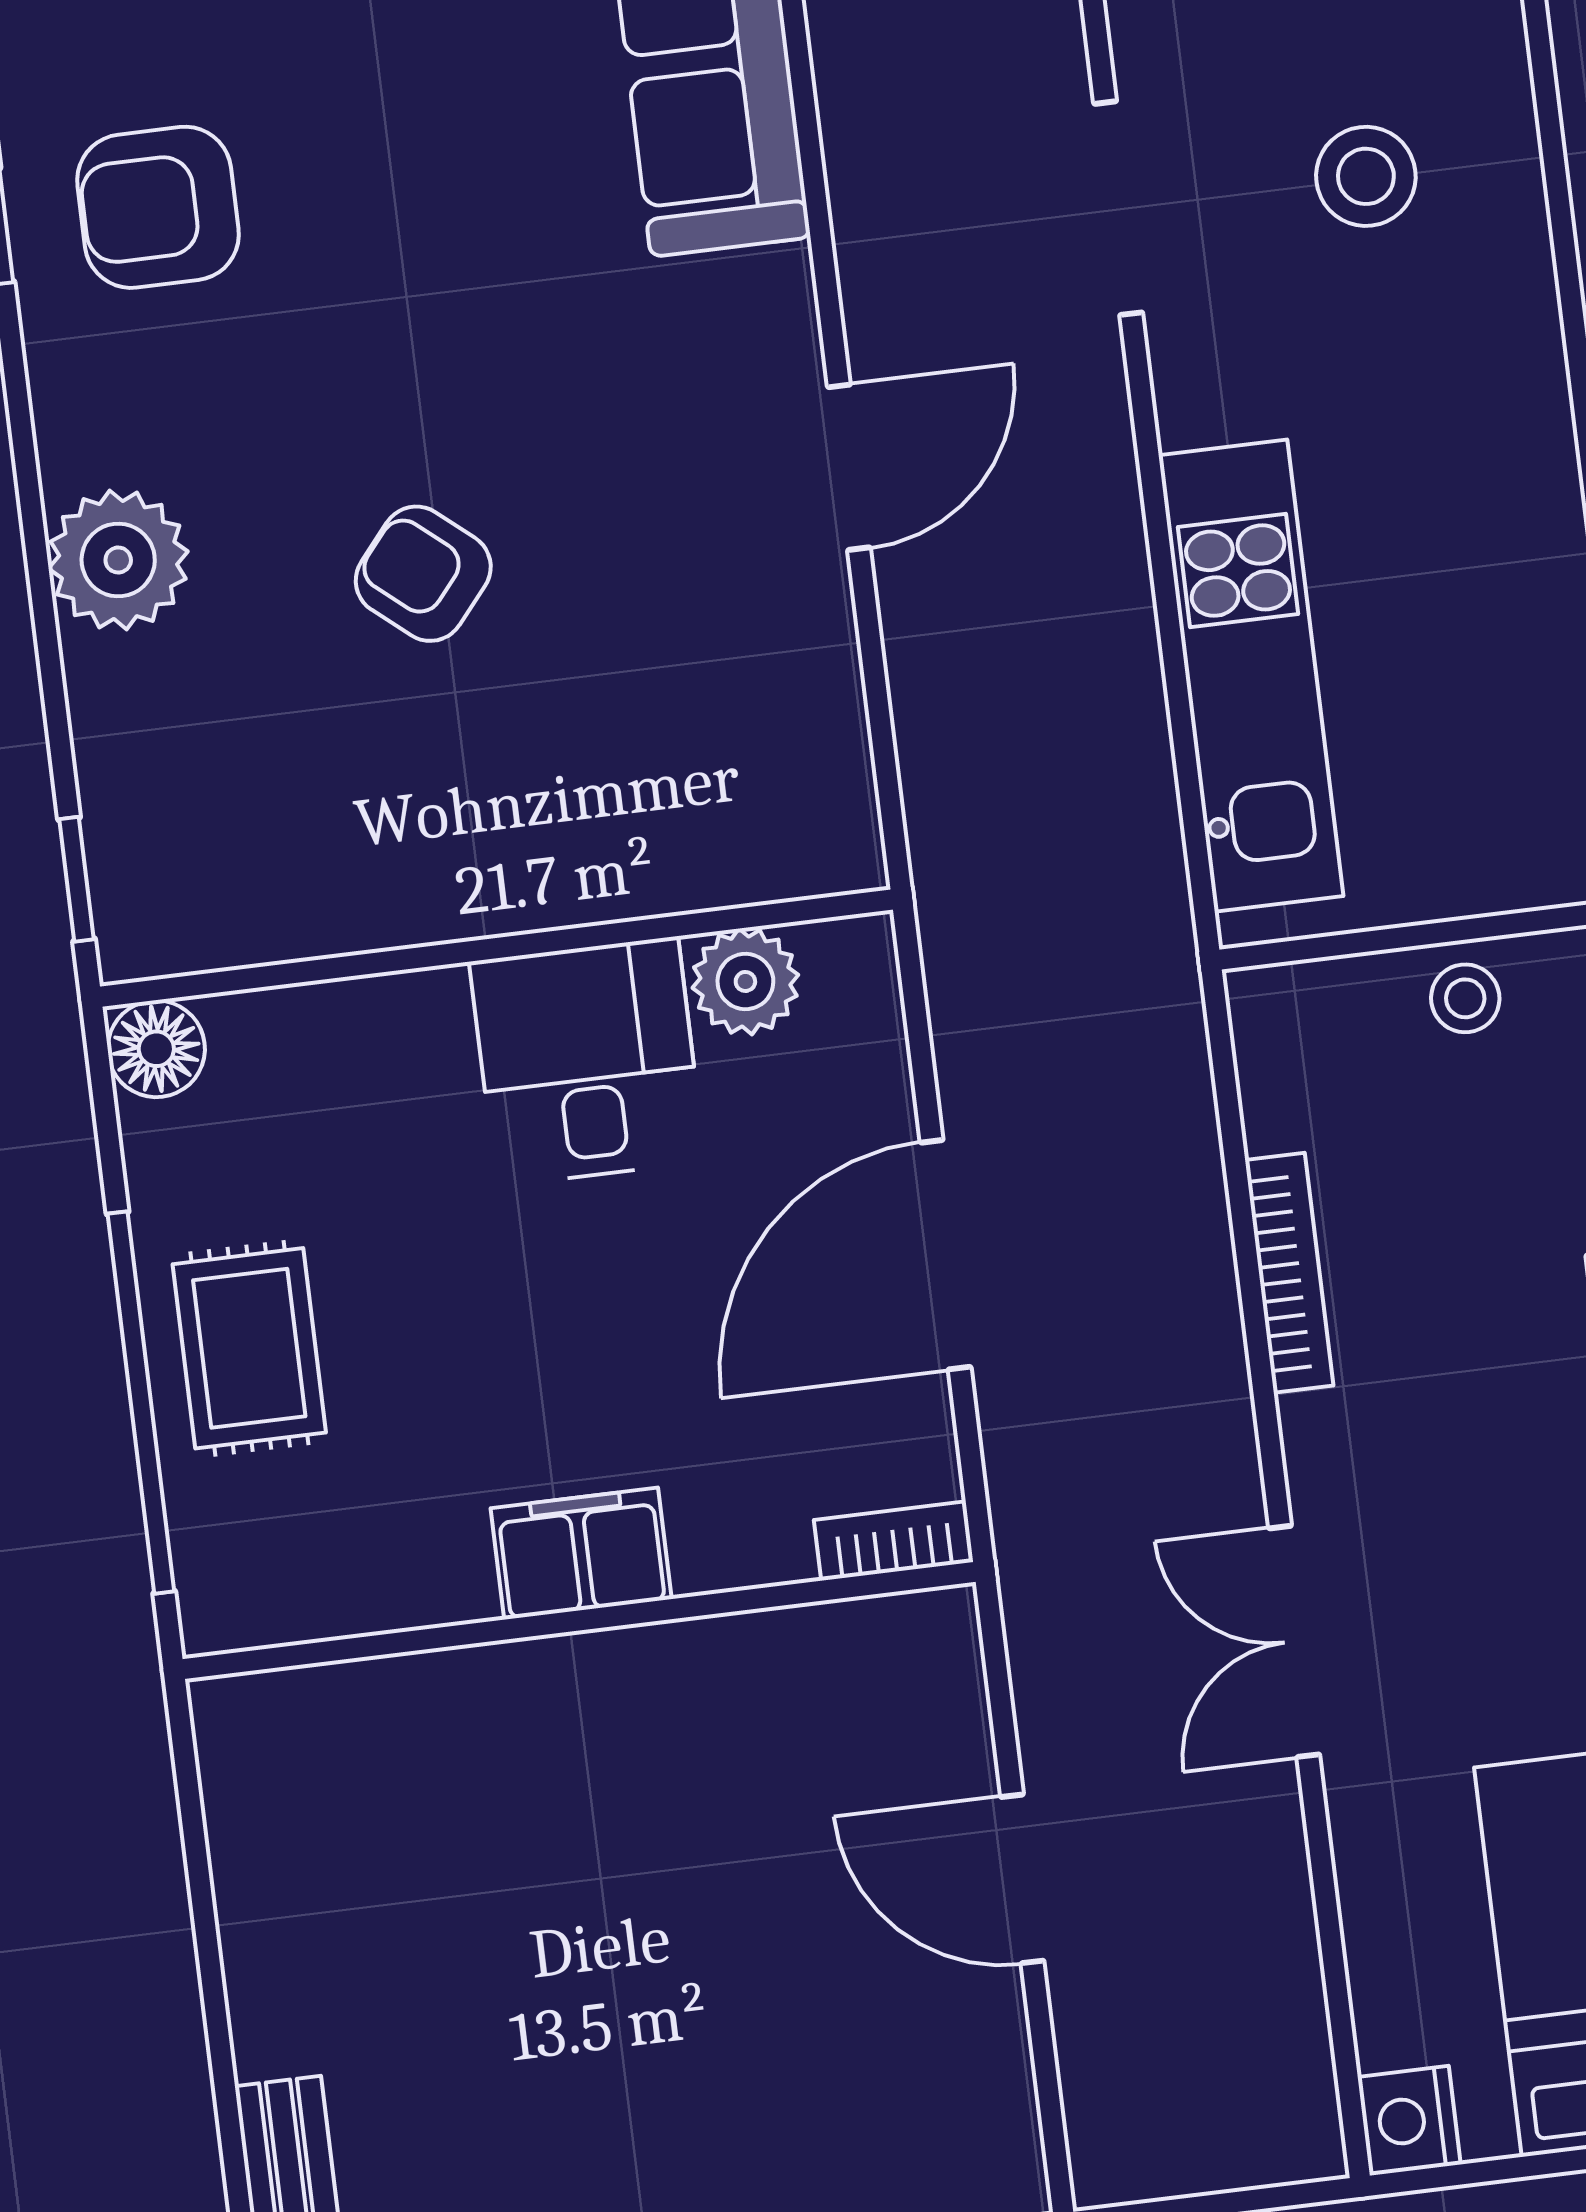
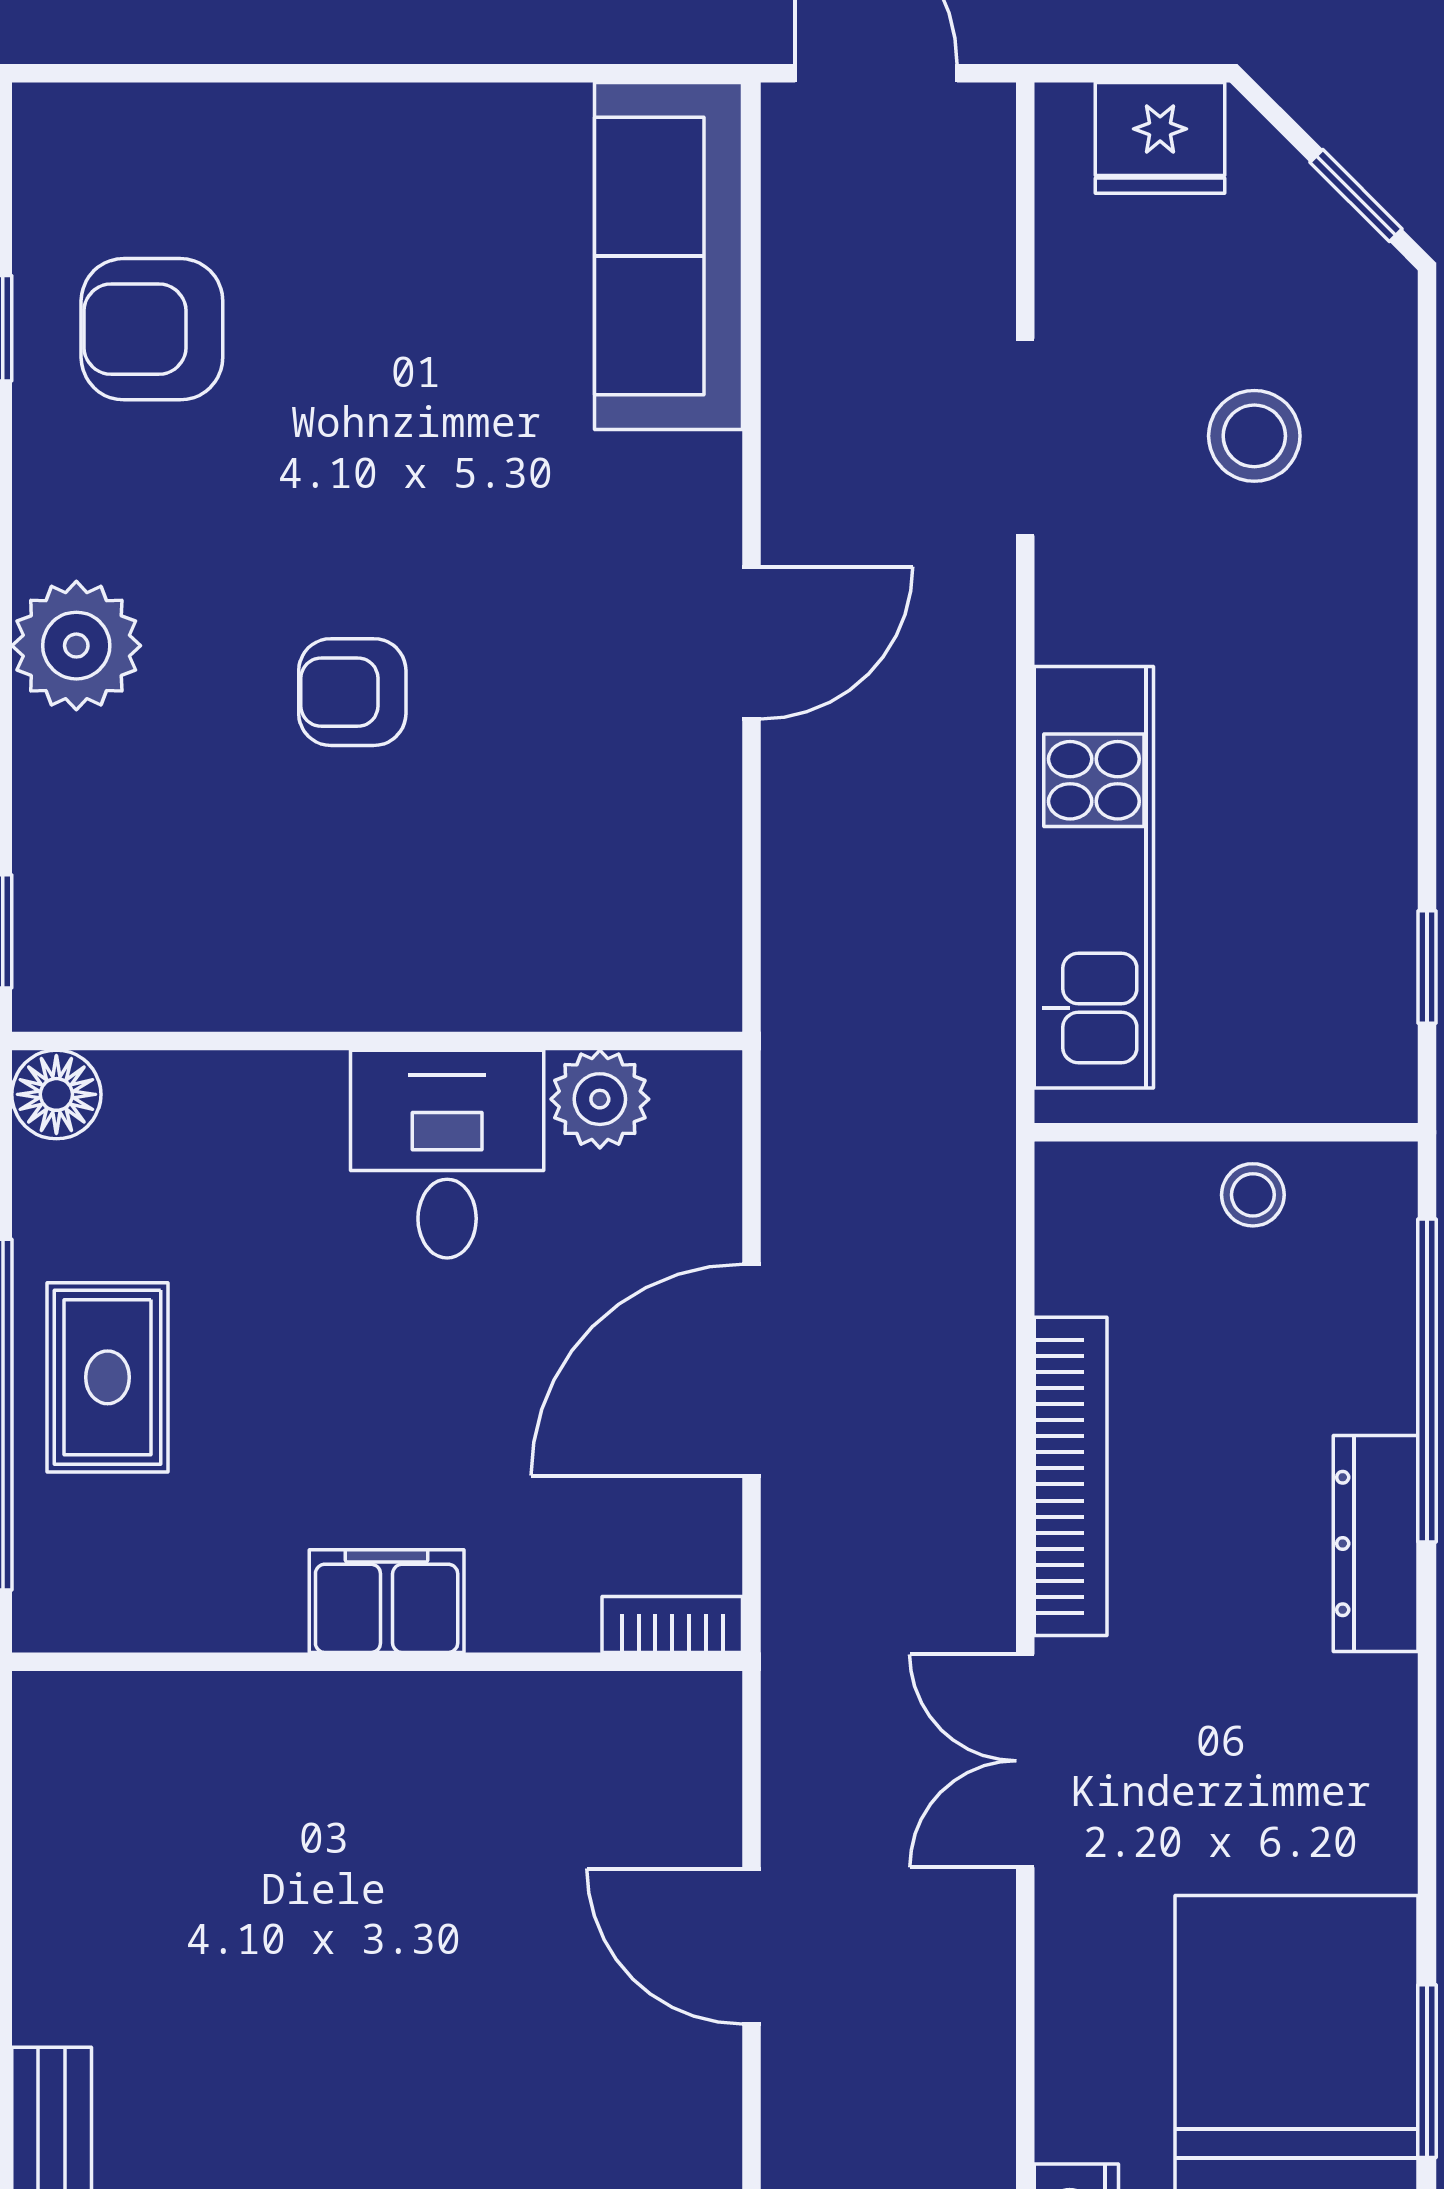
armchair: (423, 574) -> (352, 692), turned -40
bookcase: (1289, 1273) -> (1071, 1476), width x1.48, depth x1.31

